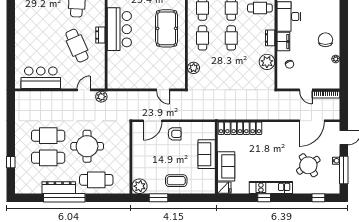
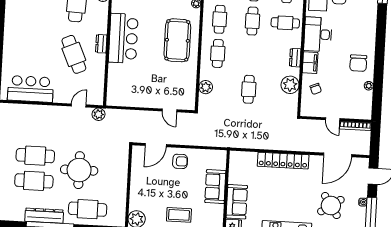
cafe table: (231, 38) -> (249, 89), moved
chair: (325, 40) -> (358, 63), turned 180
locker: (240, 128) -> (283, 161), moved

